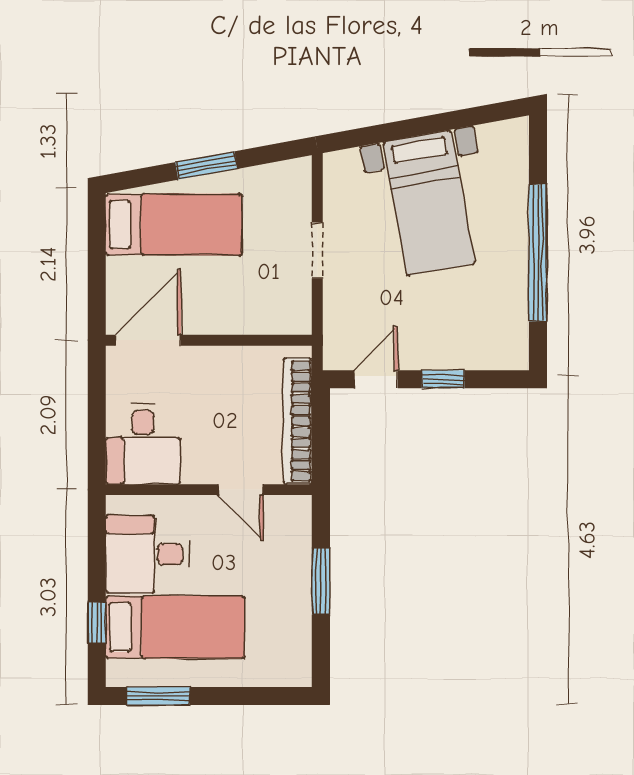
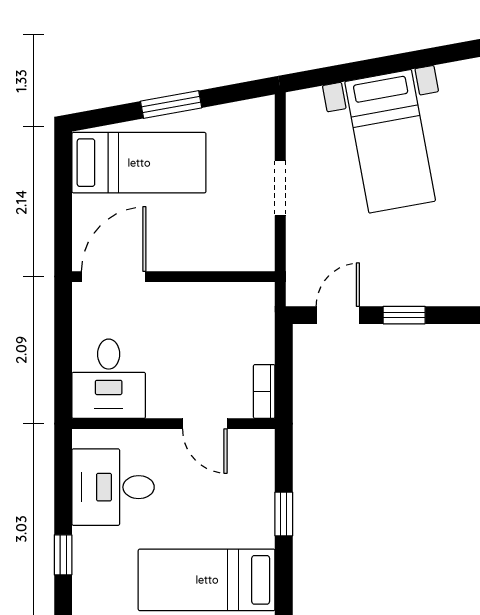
bookcase: (298, 421) -> (264, 391), width x0.43, depth x0.76
window: (321, 581) -> (284, 514), width x0.67
bed: (175, 627) -> (207, 580), moved, turned 180

